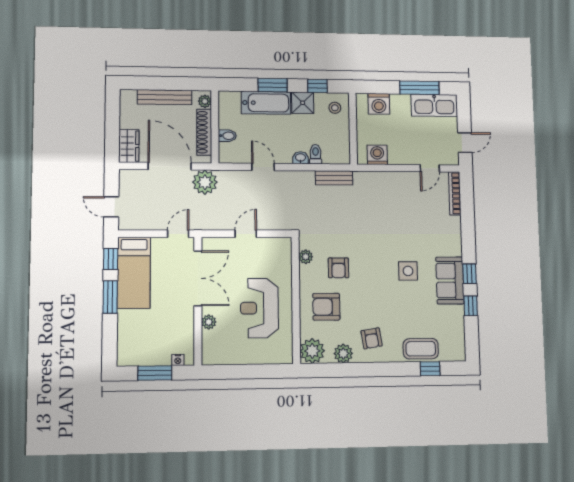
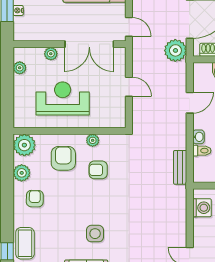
plant: (306, 257) -> (93, 140), moved
armchair: (372, 338) -> (35, 199), turned 100
plant: (225, 358) -> (20, 68), added
nightstand: (178, 360) -> (18, 10), moved

